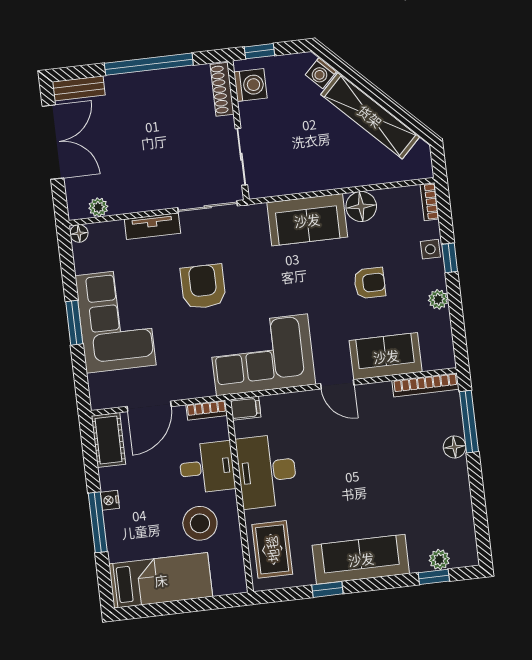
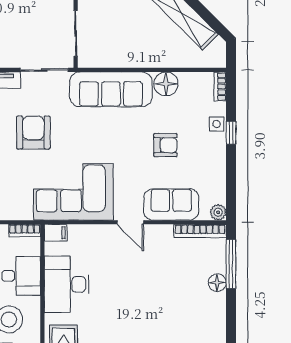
sofa: (307, 220) -> (111, 89), width x1.36
plant: (438, 299) -> (218, 212), moved

